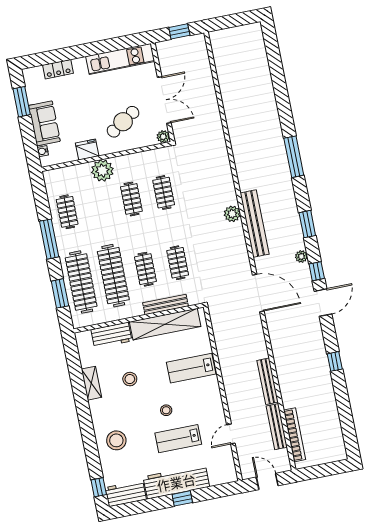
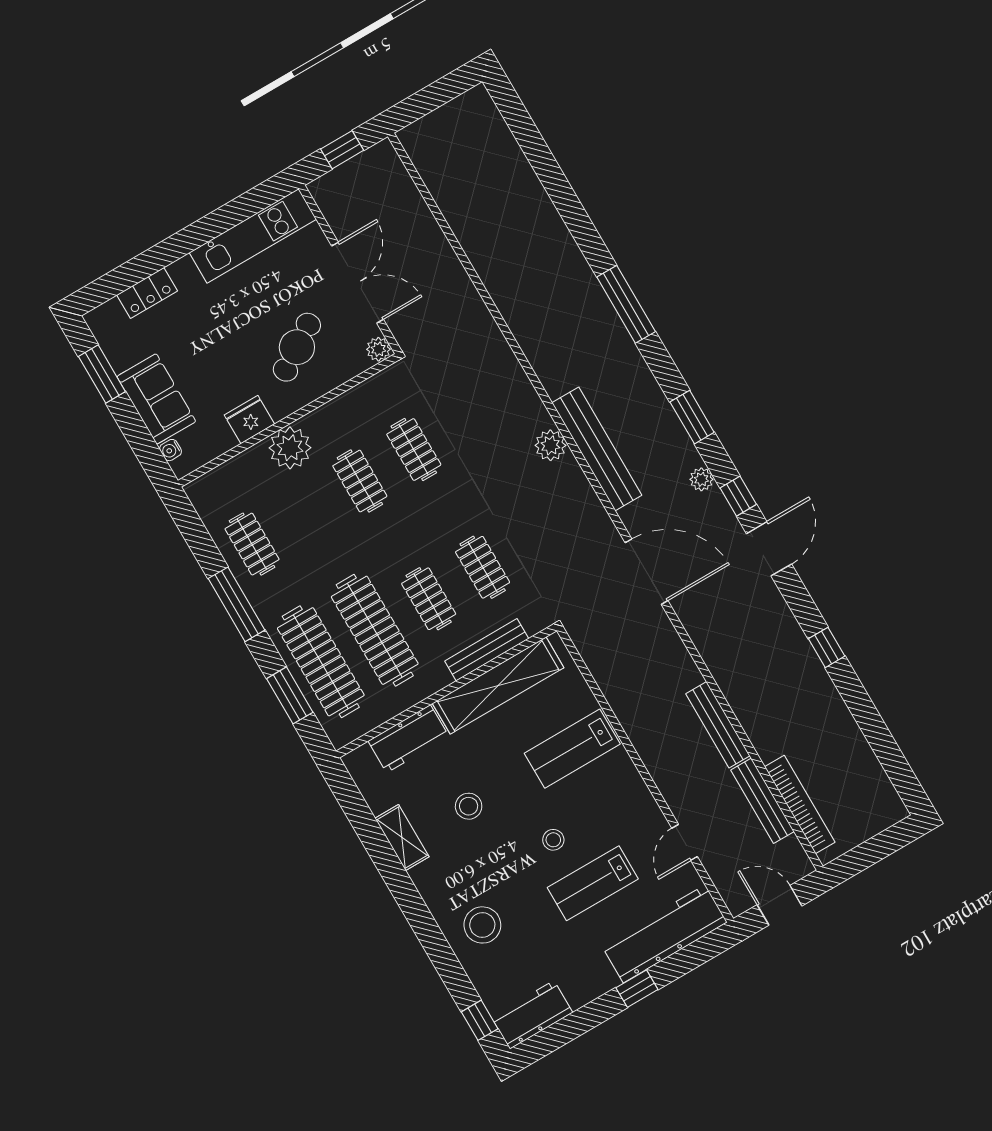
workbench: (176, 482) -> (664, 934), moved

